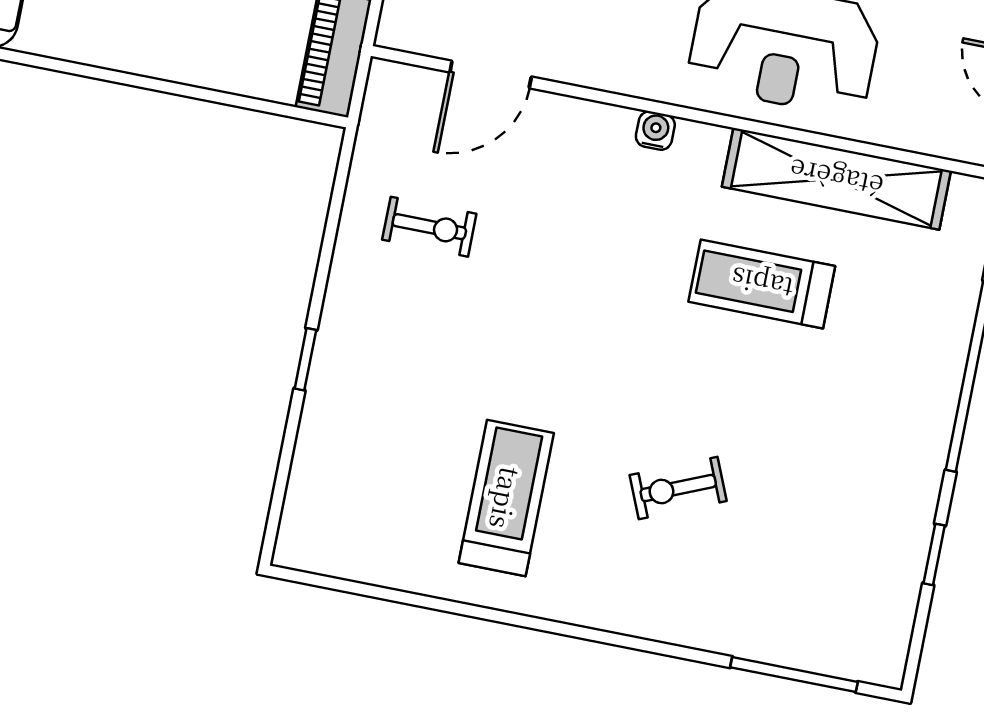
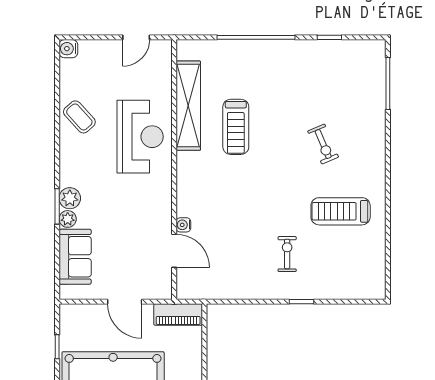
water cooler: (655, 131) -> (183, 225), moved
exercise bike: (429, 227) -> (287, 254), moved

